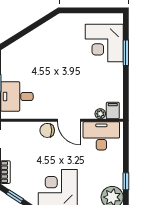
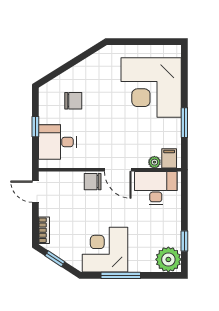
corner desk: (104, 43) -> (151, 88), width x1.36, depth x1.36
window: (126, 53) -> (184, 123), moved
chair: (31, 61) -> (73, 101), added

